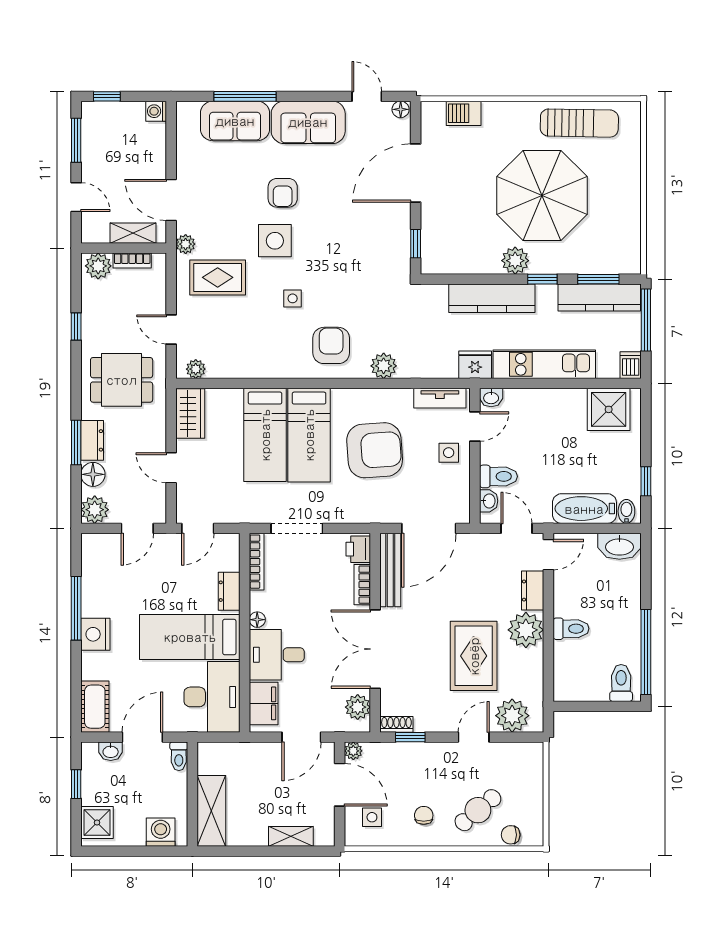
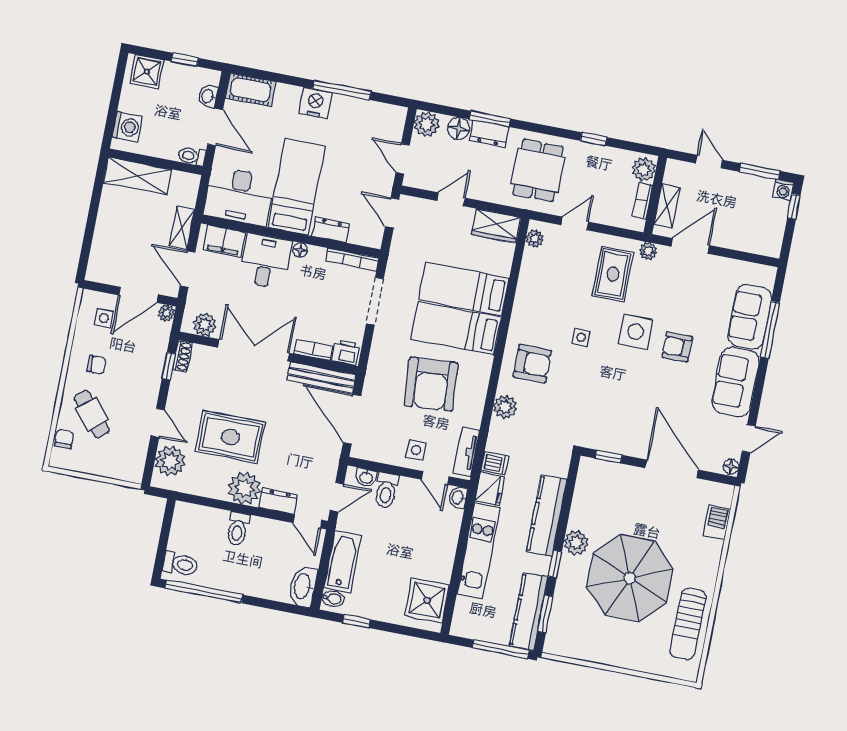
washing machine: (156, 111) -> (783, 190), moved, turned 180
door: (76, 197) -> (709, 162), swing flipped
dishwasher: (631, 365) -> (495, 463), moved
shelving: (291, 836) -> (182, 228), moved

